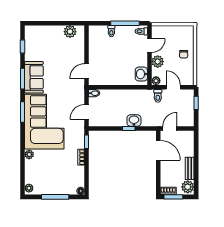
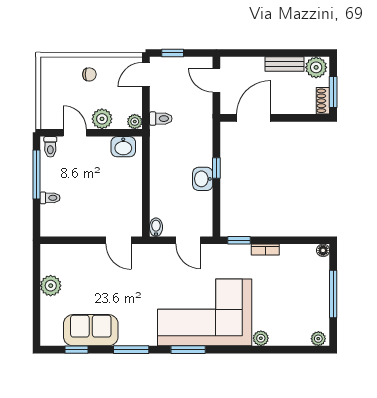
plant: (70, 32) -> (51, 286), moved
sofa: (34, 77) -> (91, 330), moved
door: (173, 87) -> (146, 75), moved
washbasin: (134, 120) -> (203, 179), moved
door: (170, 128) -> (216, 80), moved

